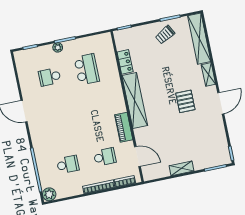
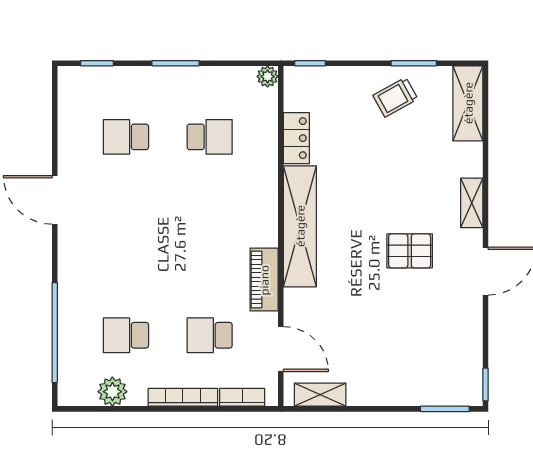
shelving: (199, 39) -> (468, 103), width x0.68
plant: (58, 47) -> (268, 76), moved
school desk: (87, 69) -> (210, 137), width x0.54
pallet: (185, 101) -> (410, 251), turned 90
school desk: (105, 157) -> (210, 335), turned 180
school desk: (68, 165) -> (126, 335), turned 180
shelving: (181, 168) -> (320, 395), moved
plant: (49, 194) -> (112, 392), moved

